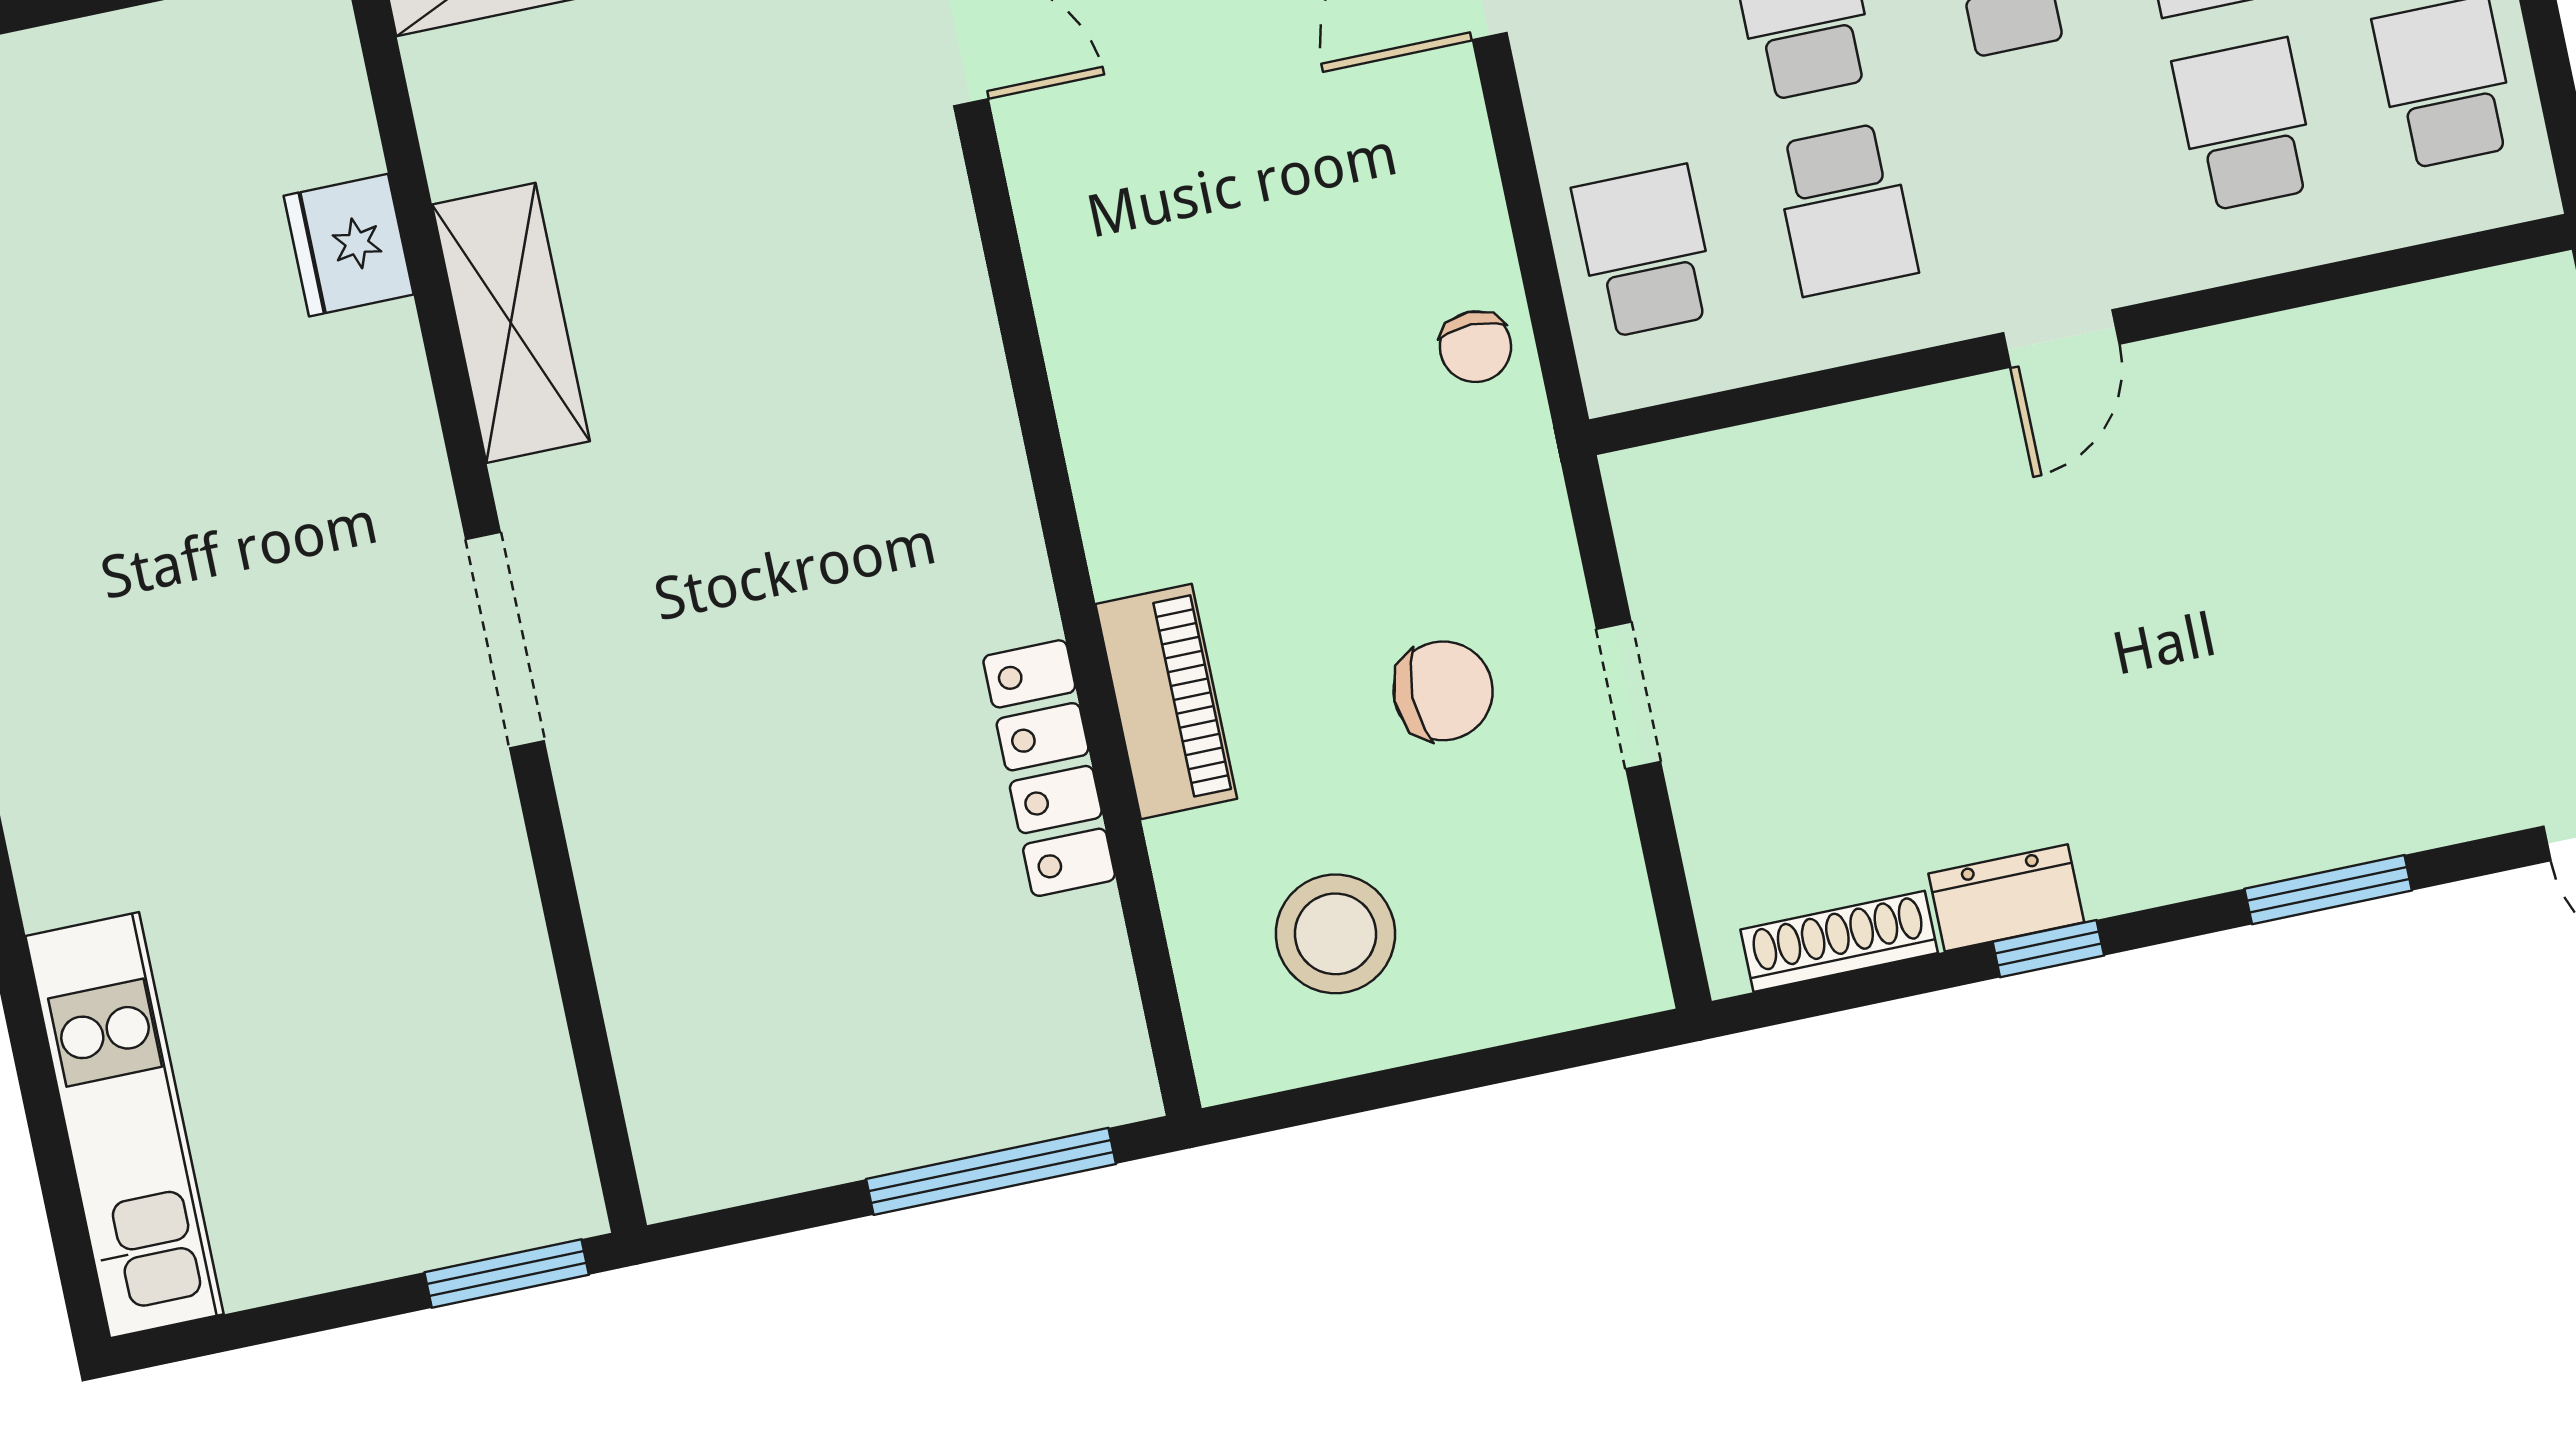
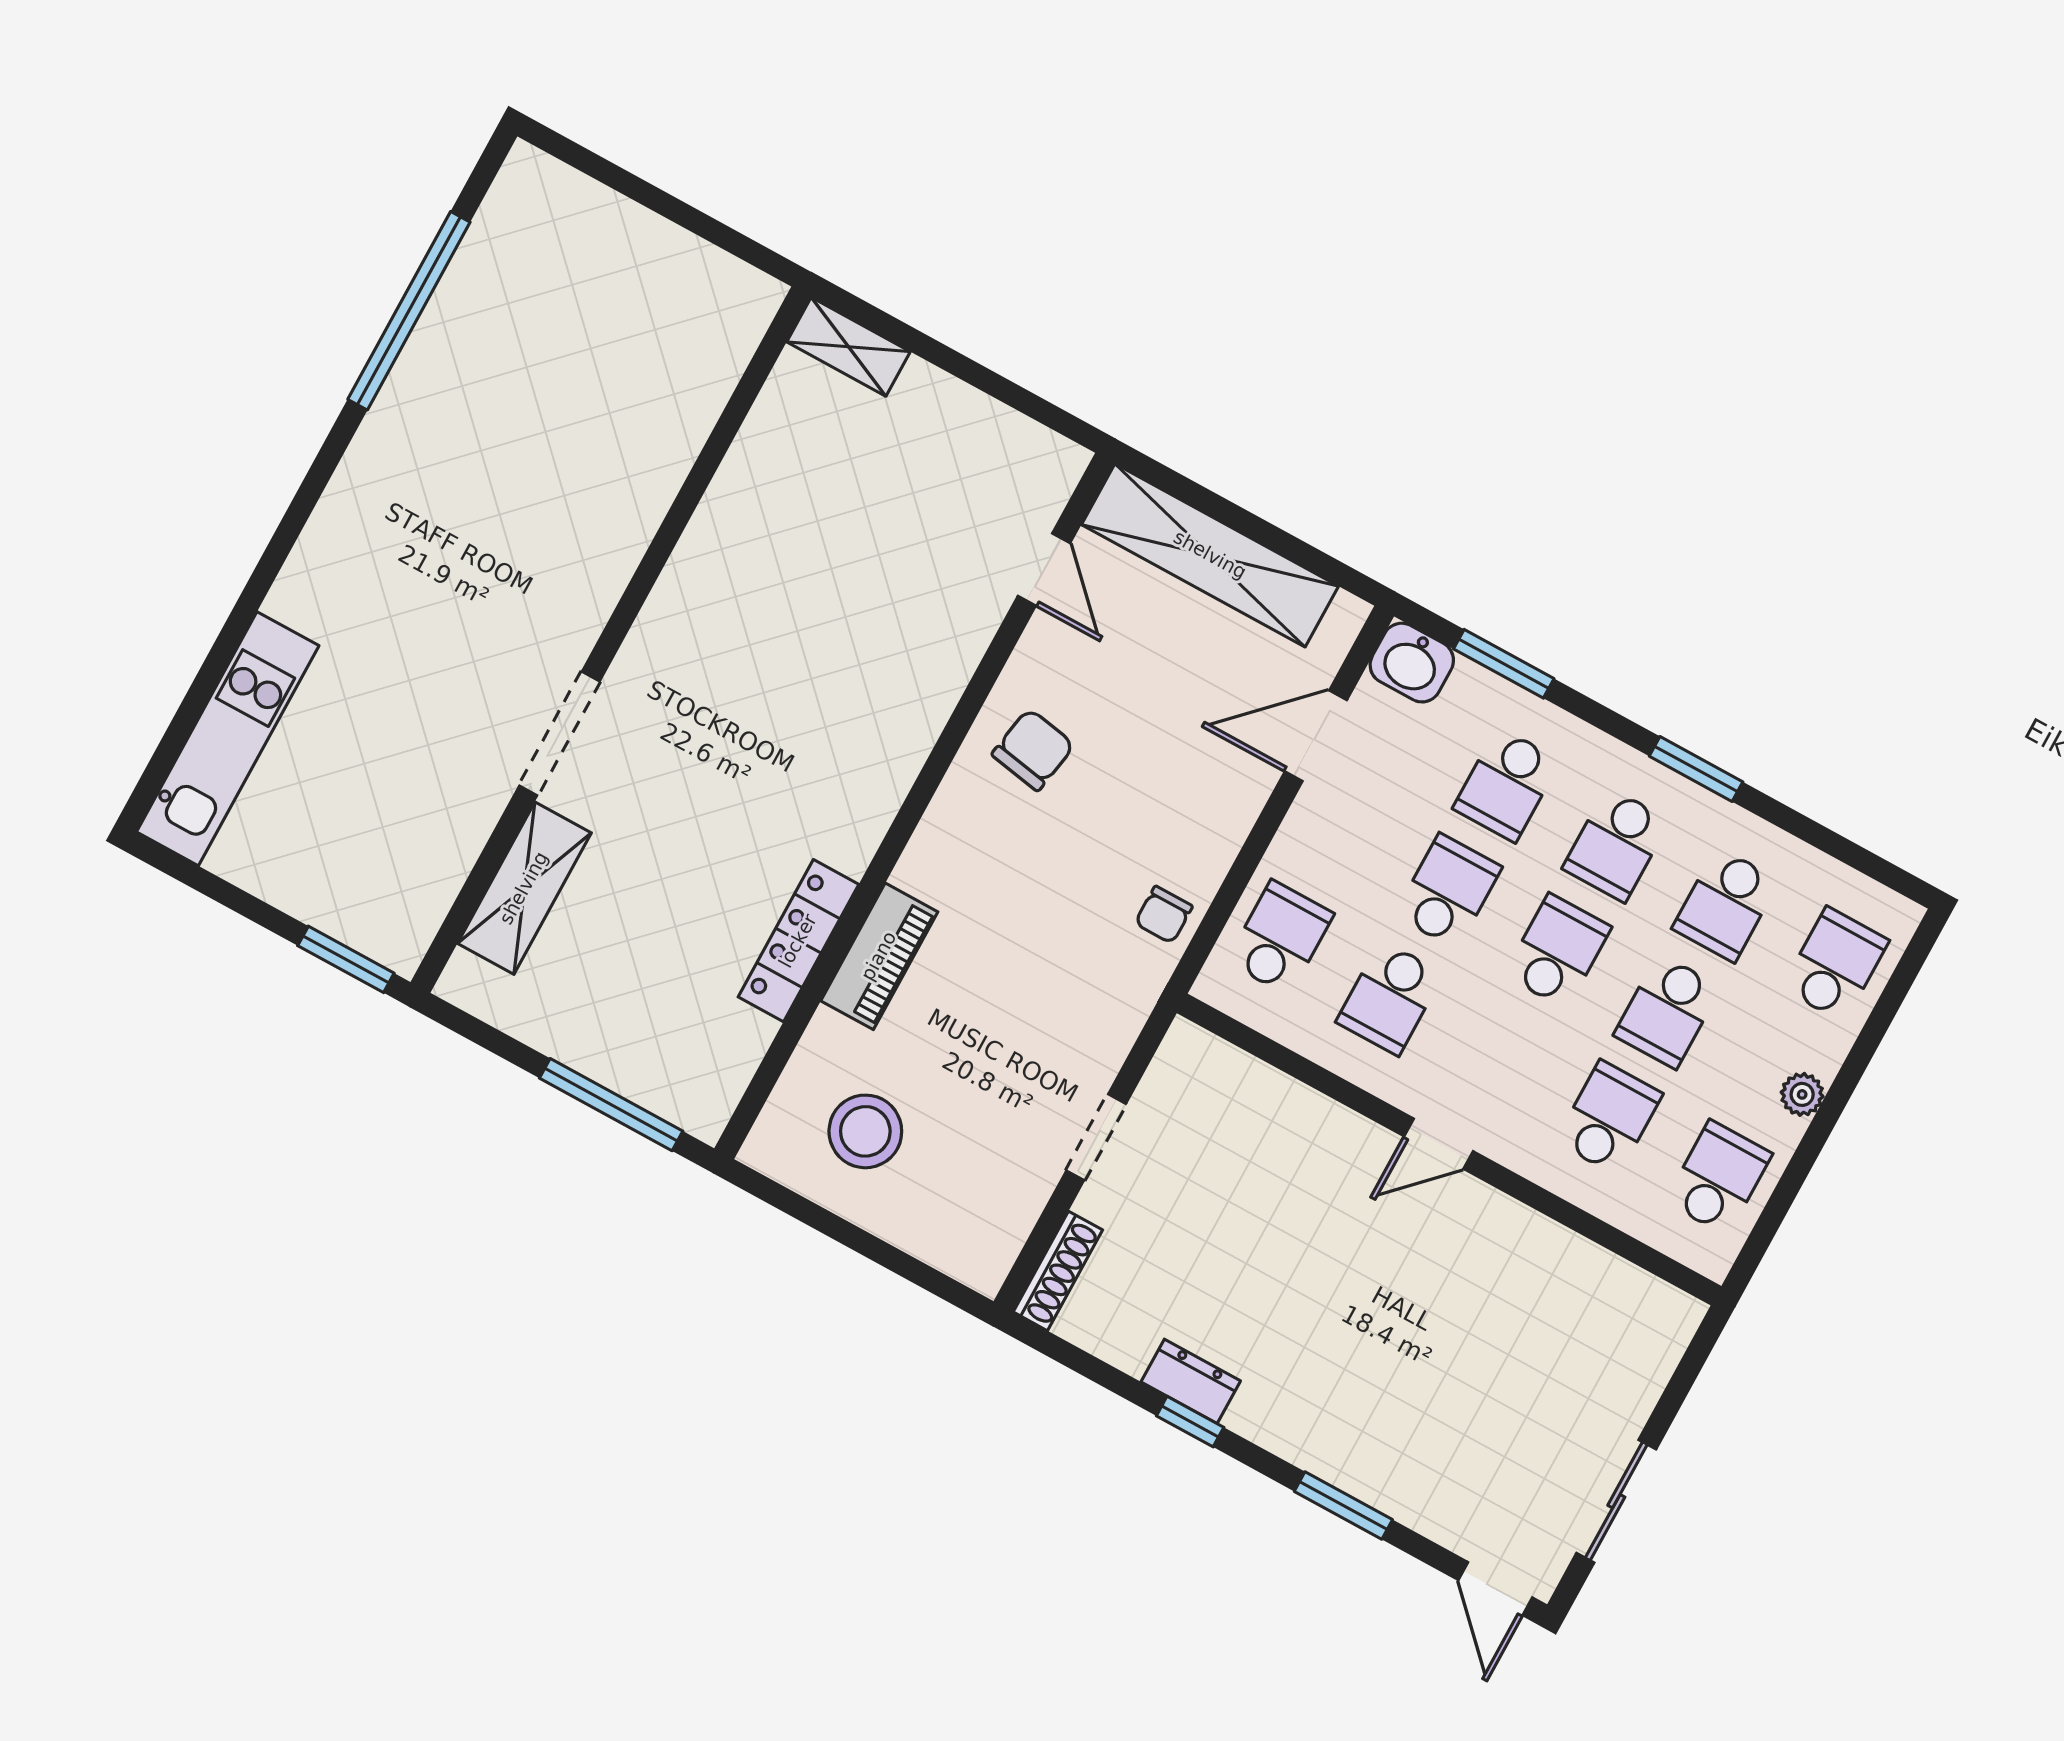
fridge: (349, 245) -> (681, 420), removed
shelving: (511, 323) -> (524, 888), moved
doorway: (505, 640) -> (559, 734), moved
chair: (1443, 691) -> (1033, 750), moved, turned -80
shoe rack: (1839, 941) -> (1058, 1271), moved, turned 90

